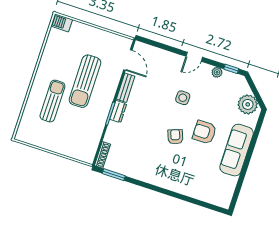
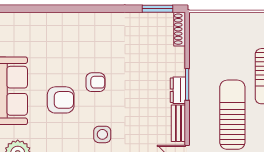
armchair: (175, 137) -> (96, 82), turned -69

